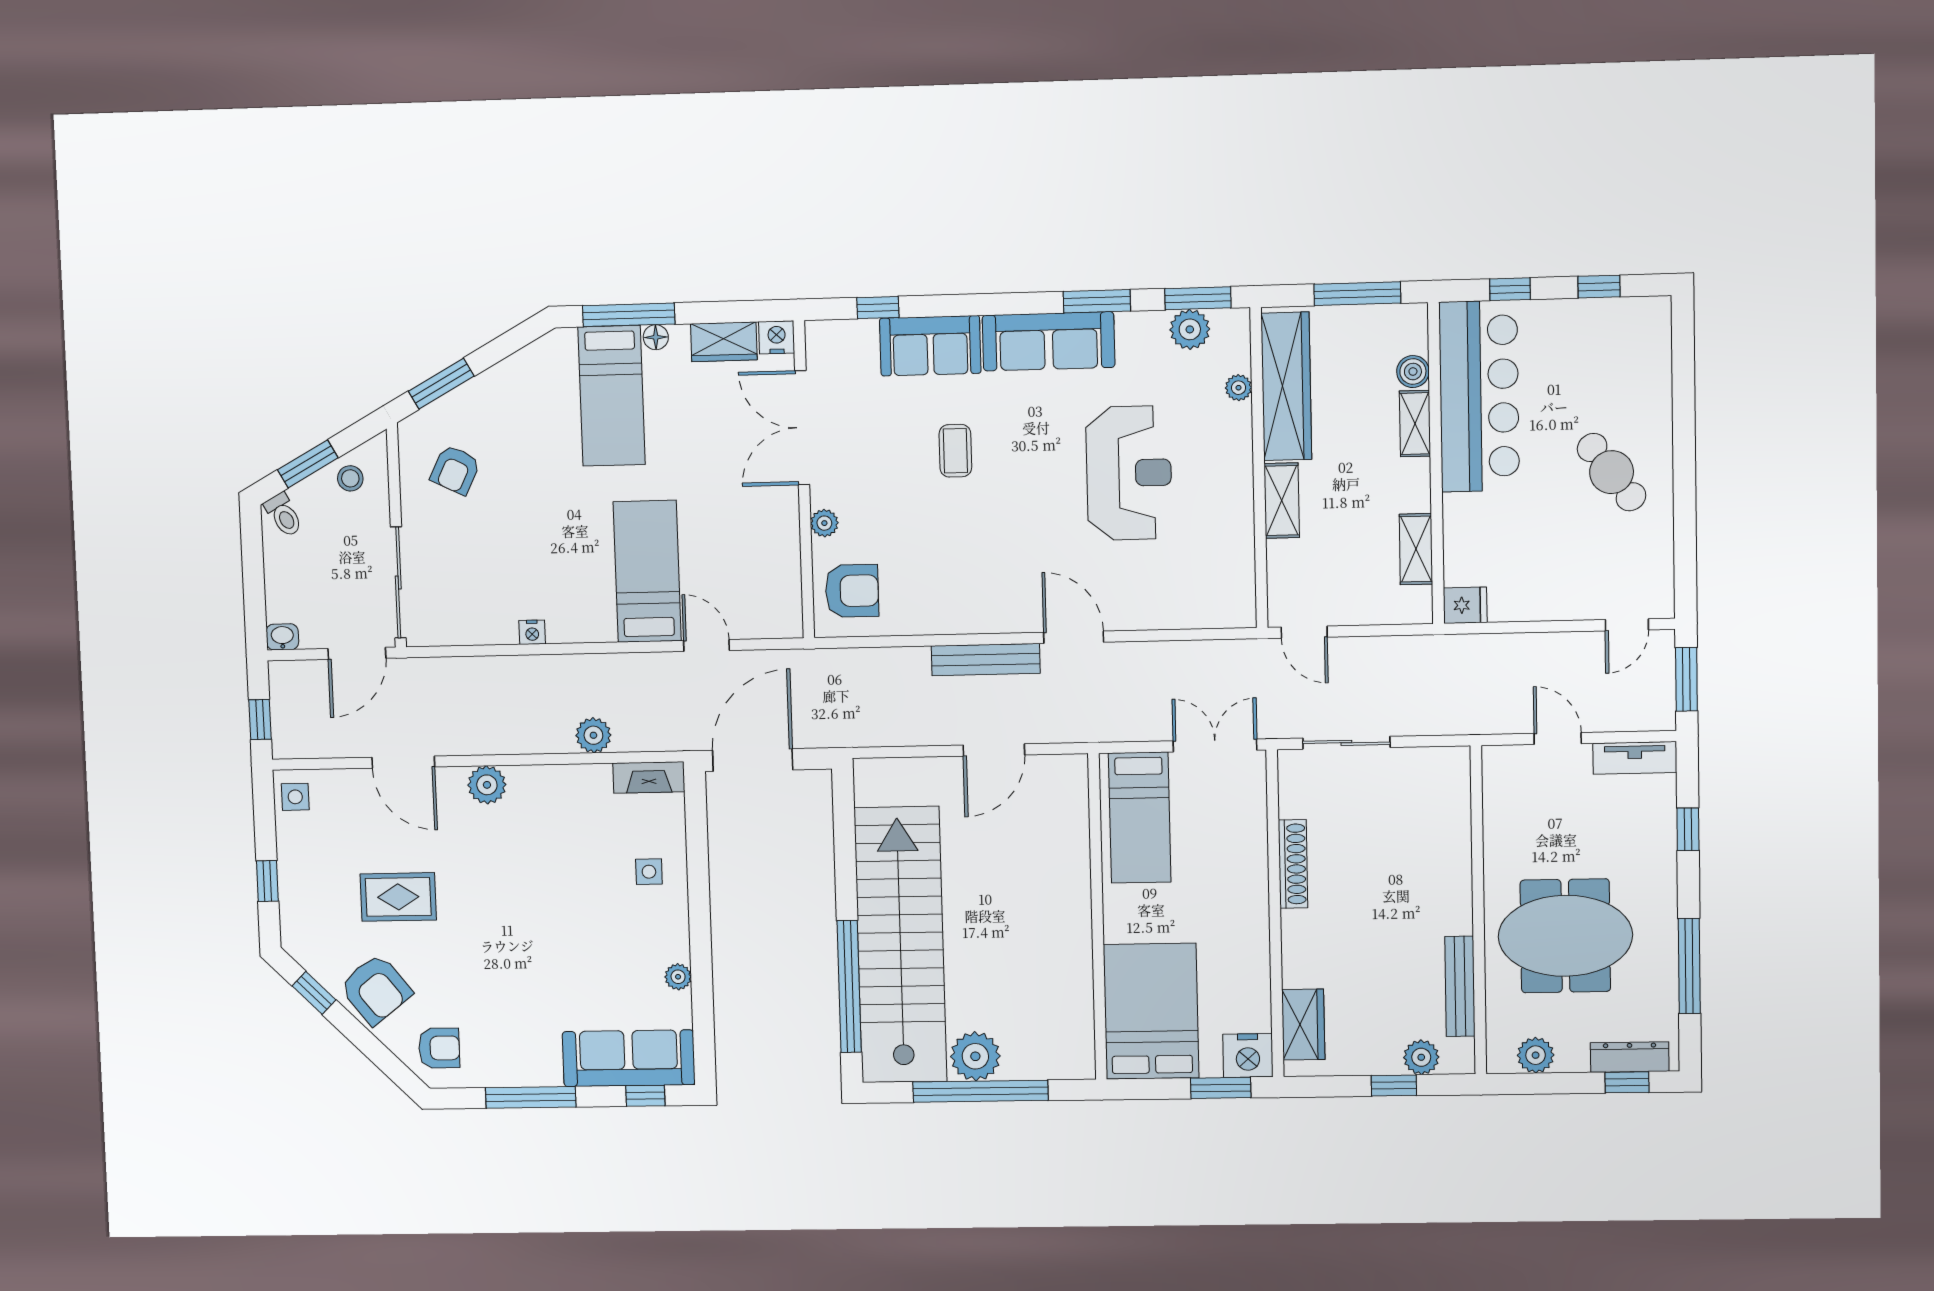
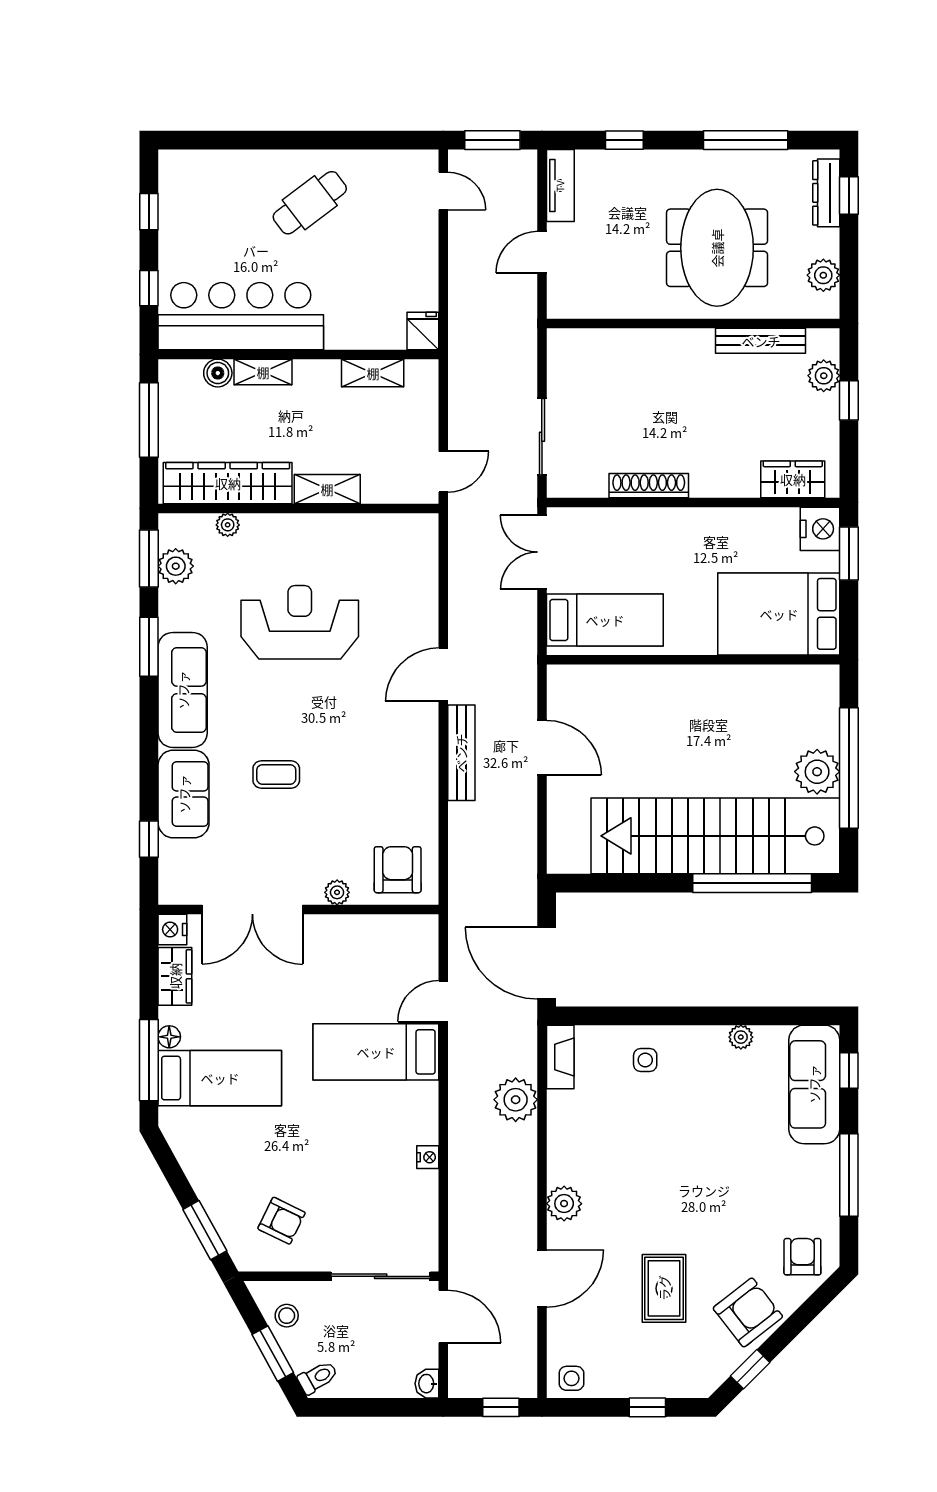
plant: (593, 735) -> (516, 1100), width x1.36, depth x1.36

